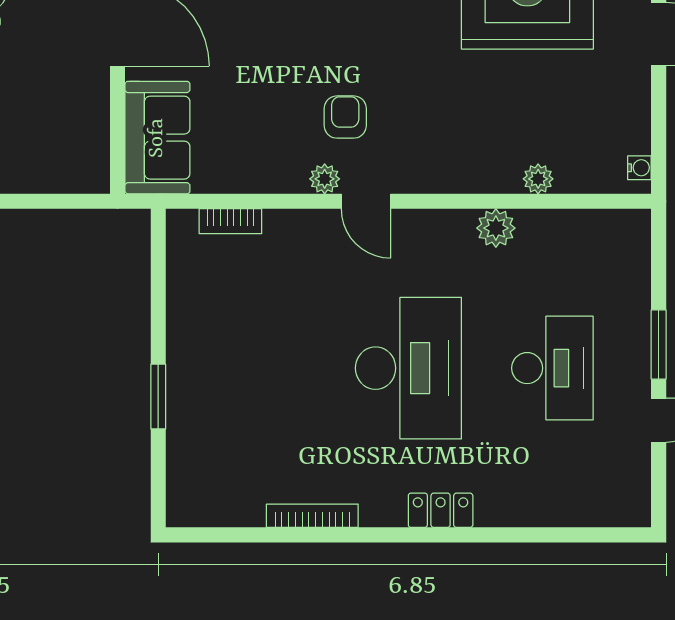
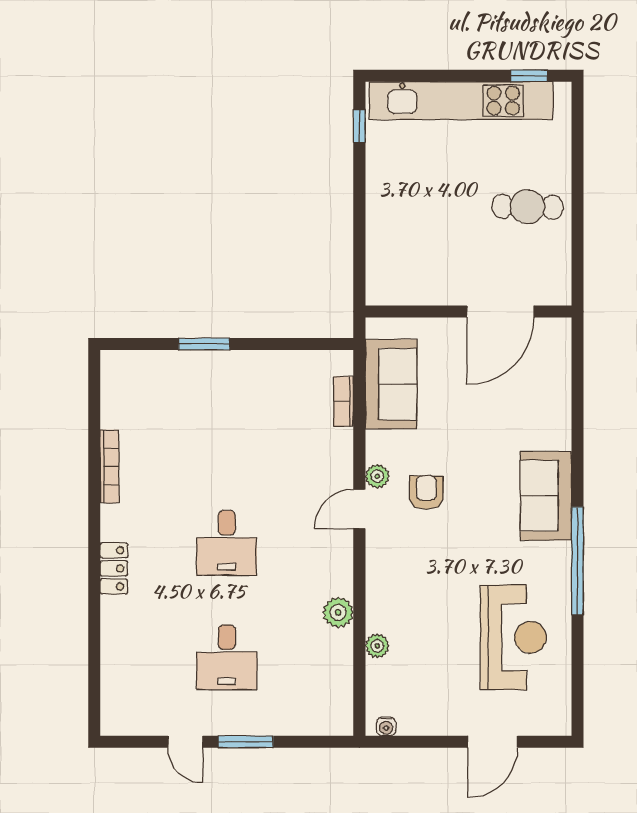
armchair: (345, 117) -> (426, 493), turned -90
sofa: (157, 138) -> (391, 384), moved, turned -90
desk: (408, 368) -> (227, 543), width x0.53, depth x0.77
desk: (552, 368) -> (227, 657), width x0.73

